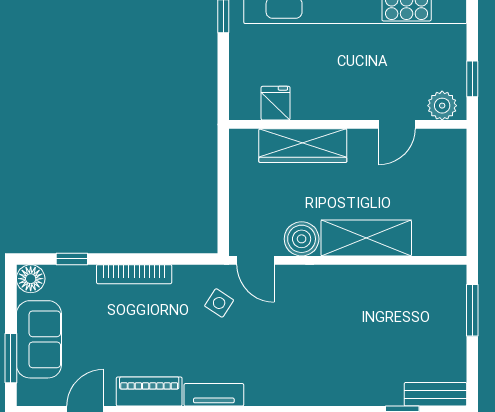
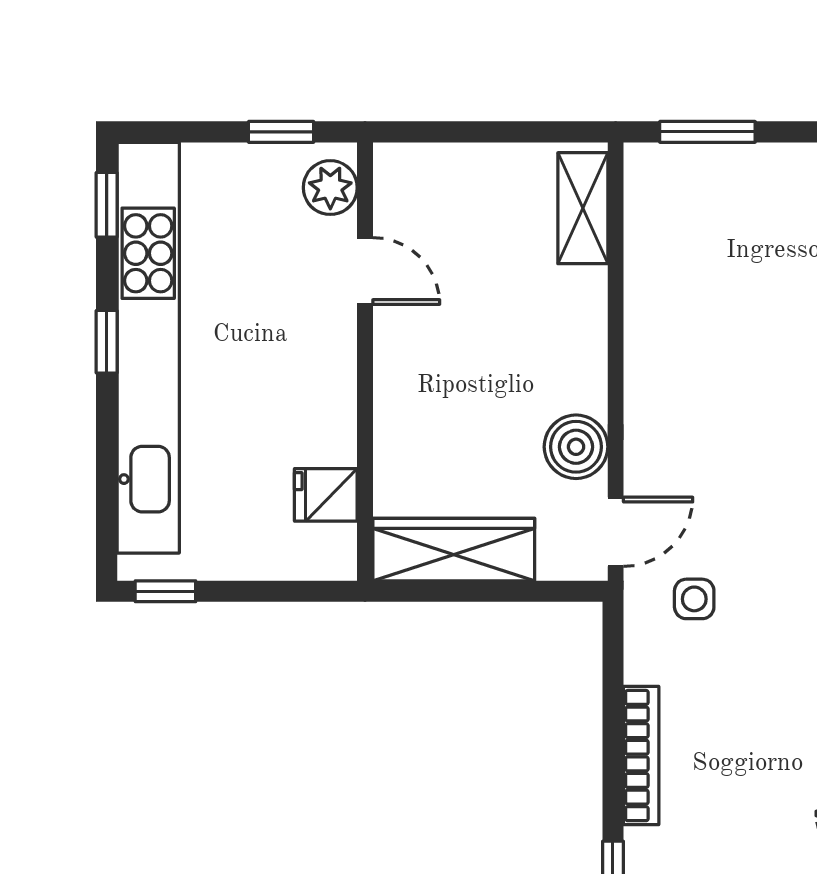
wardrobe: (303, 146) -> (454, 550), moved, turned -90
shelving: (366, 238) -> (583, 208), moved, width x0.67, depth x0.75
side table: (219, 303) -> (694, 599), turned -33

